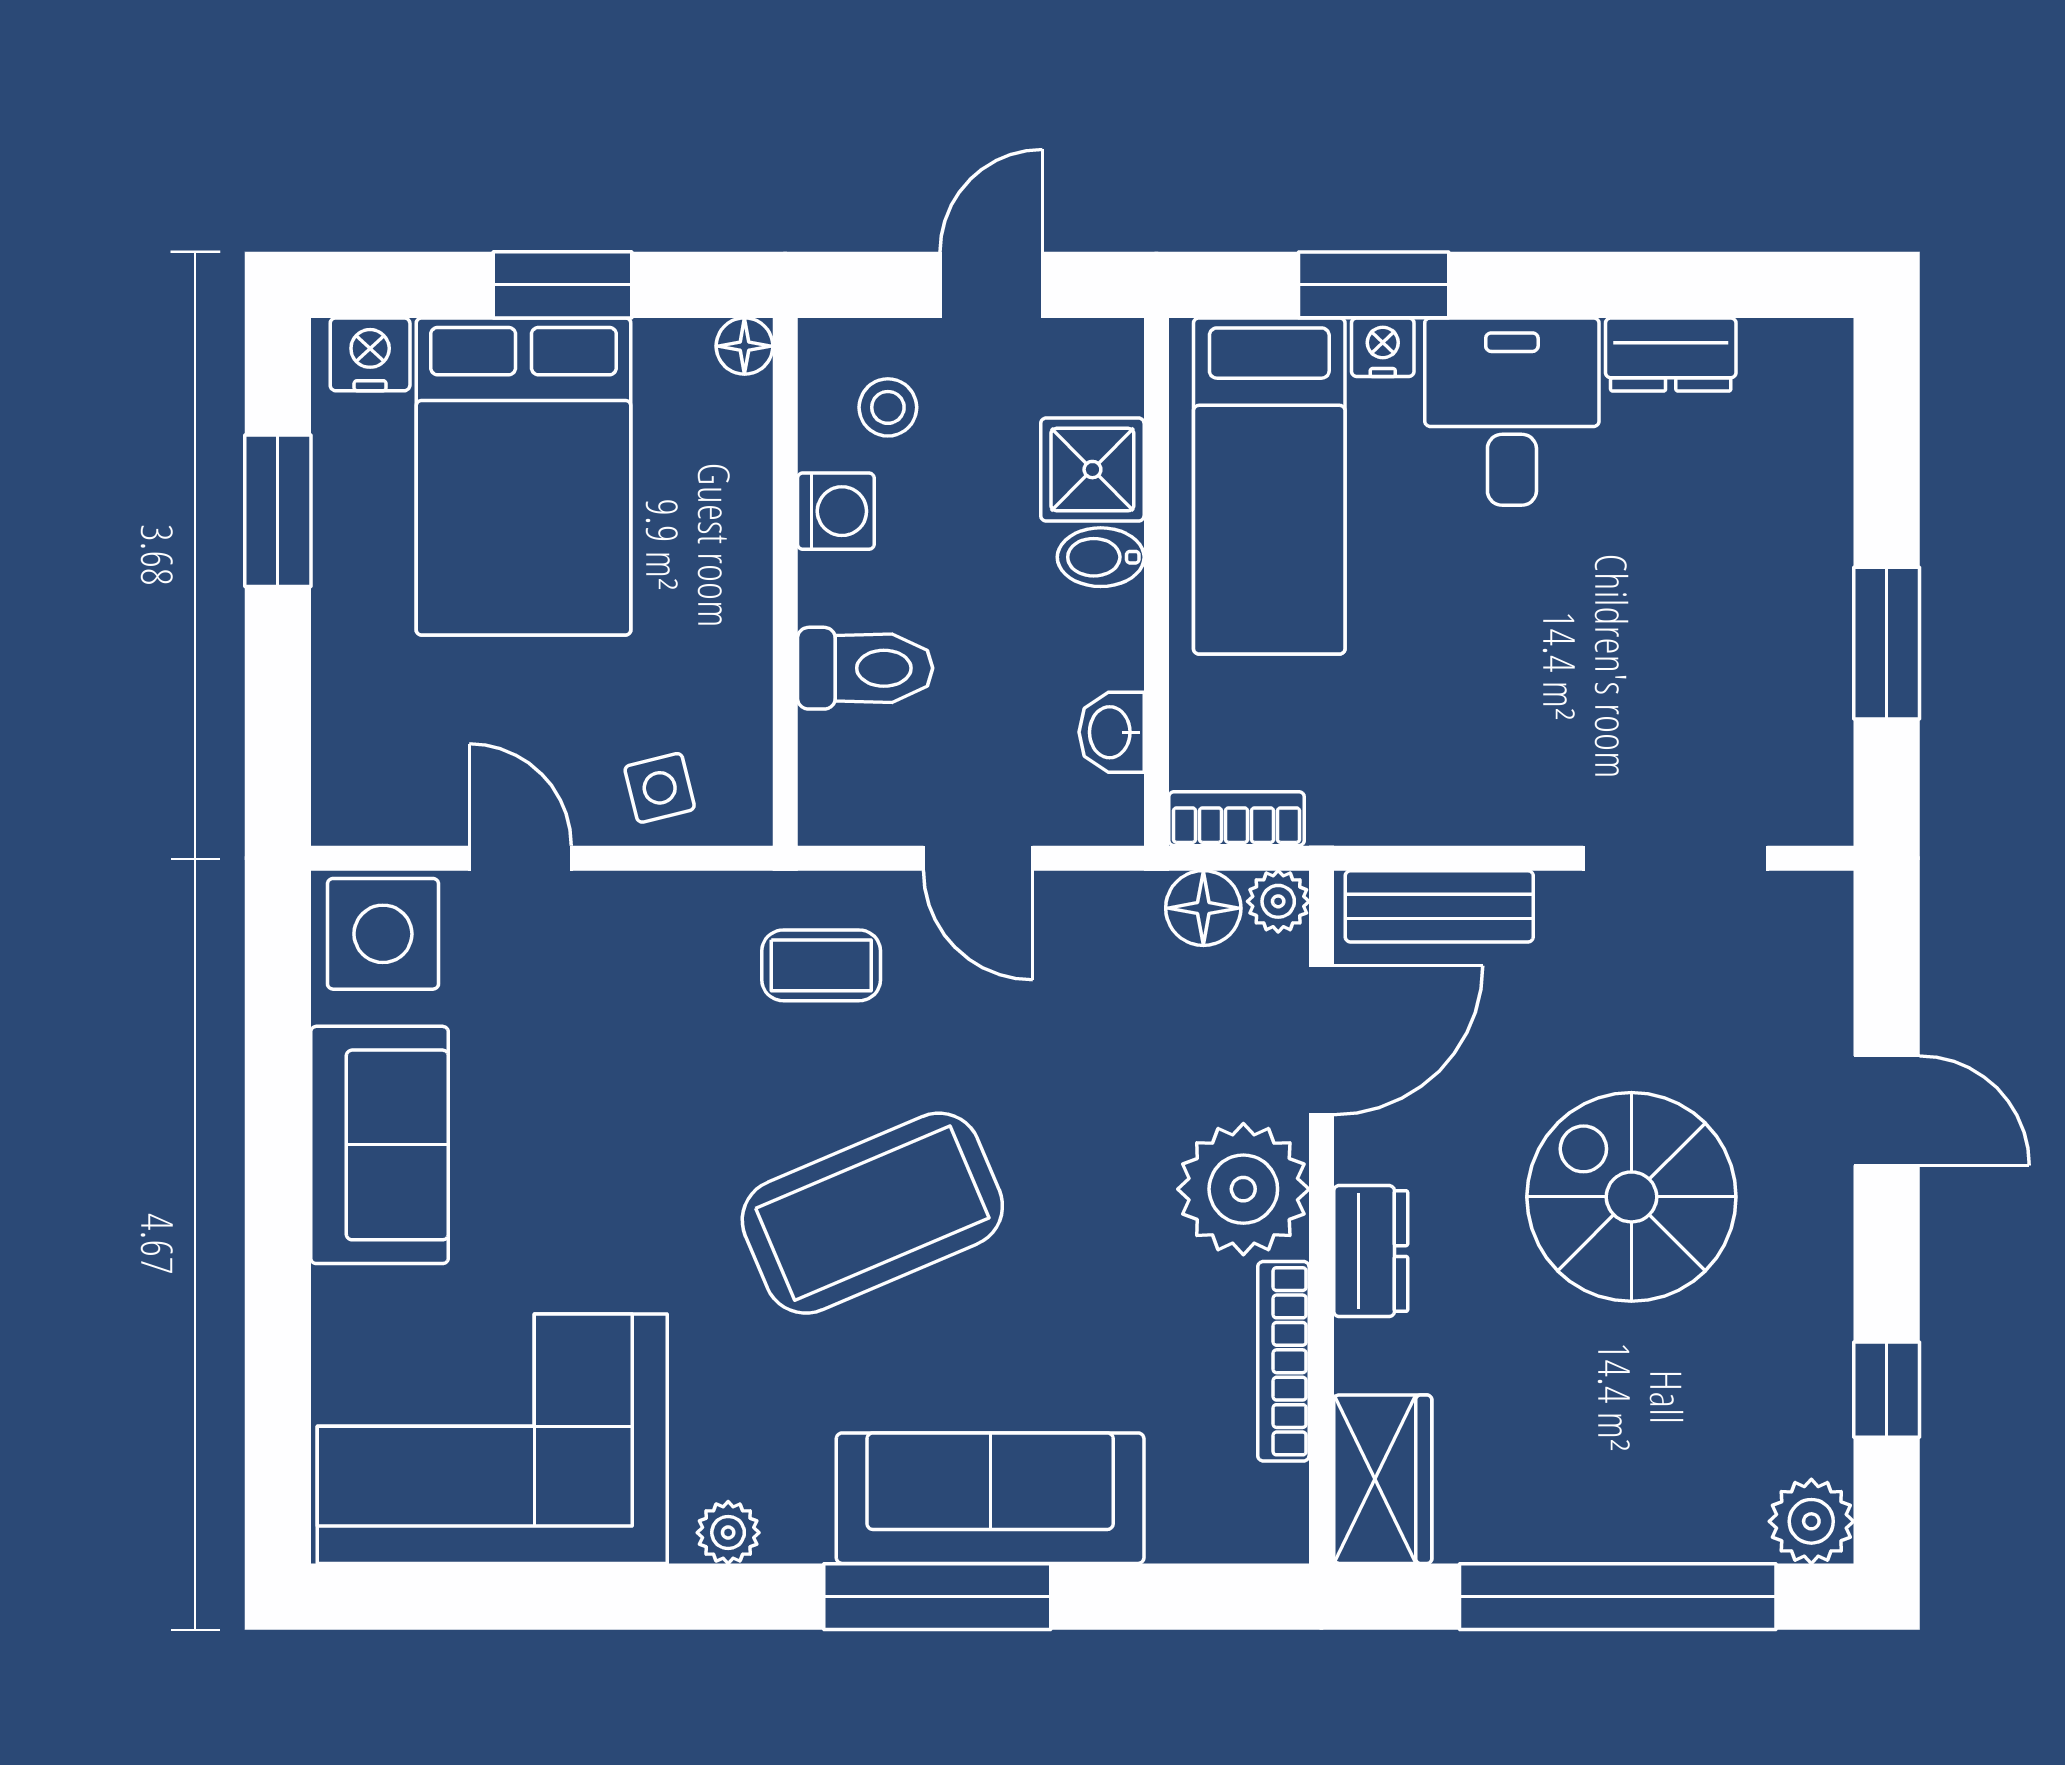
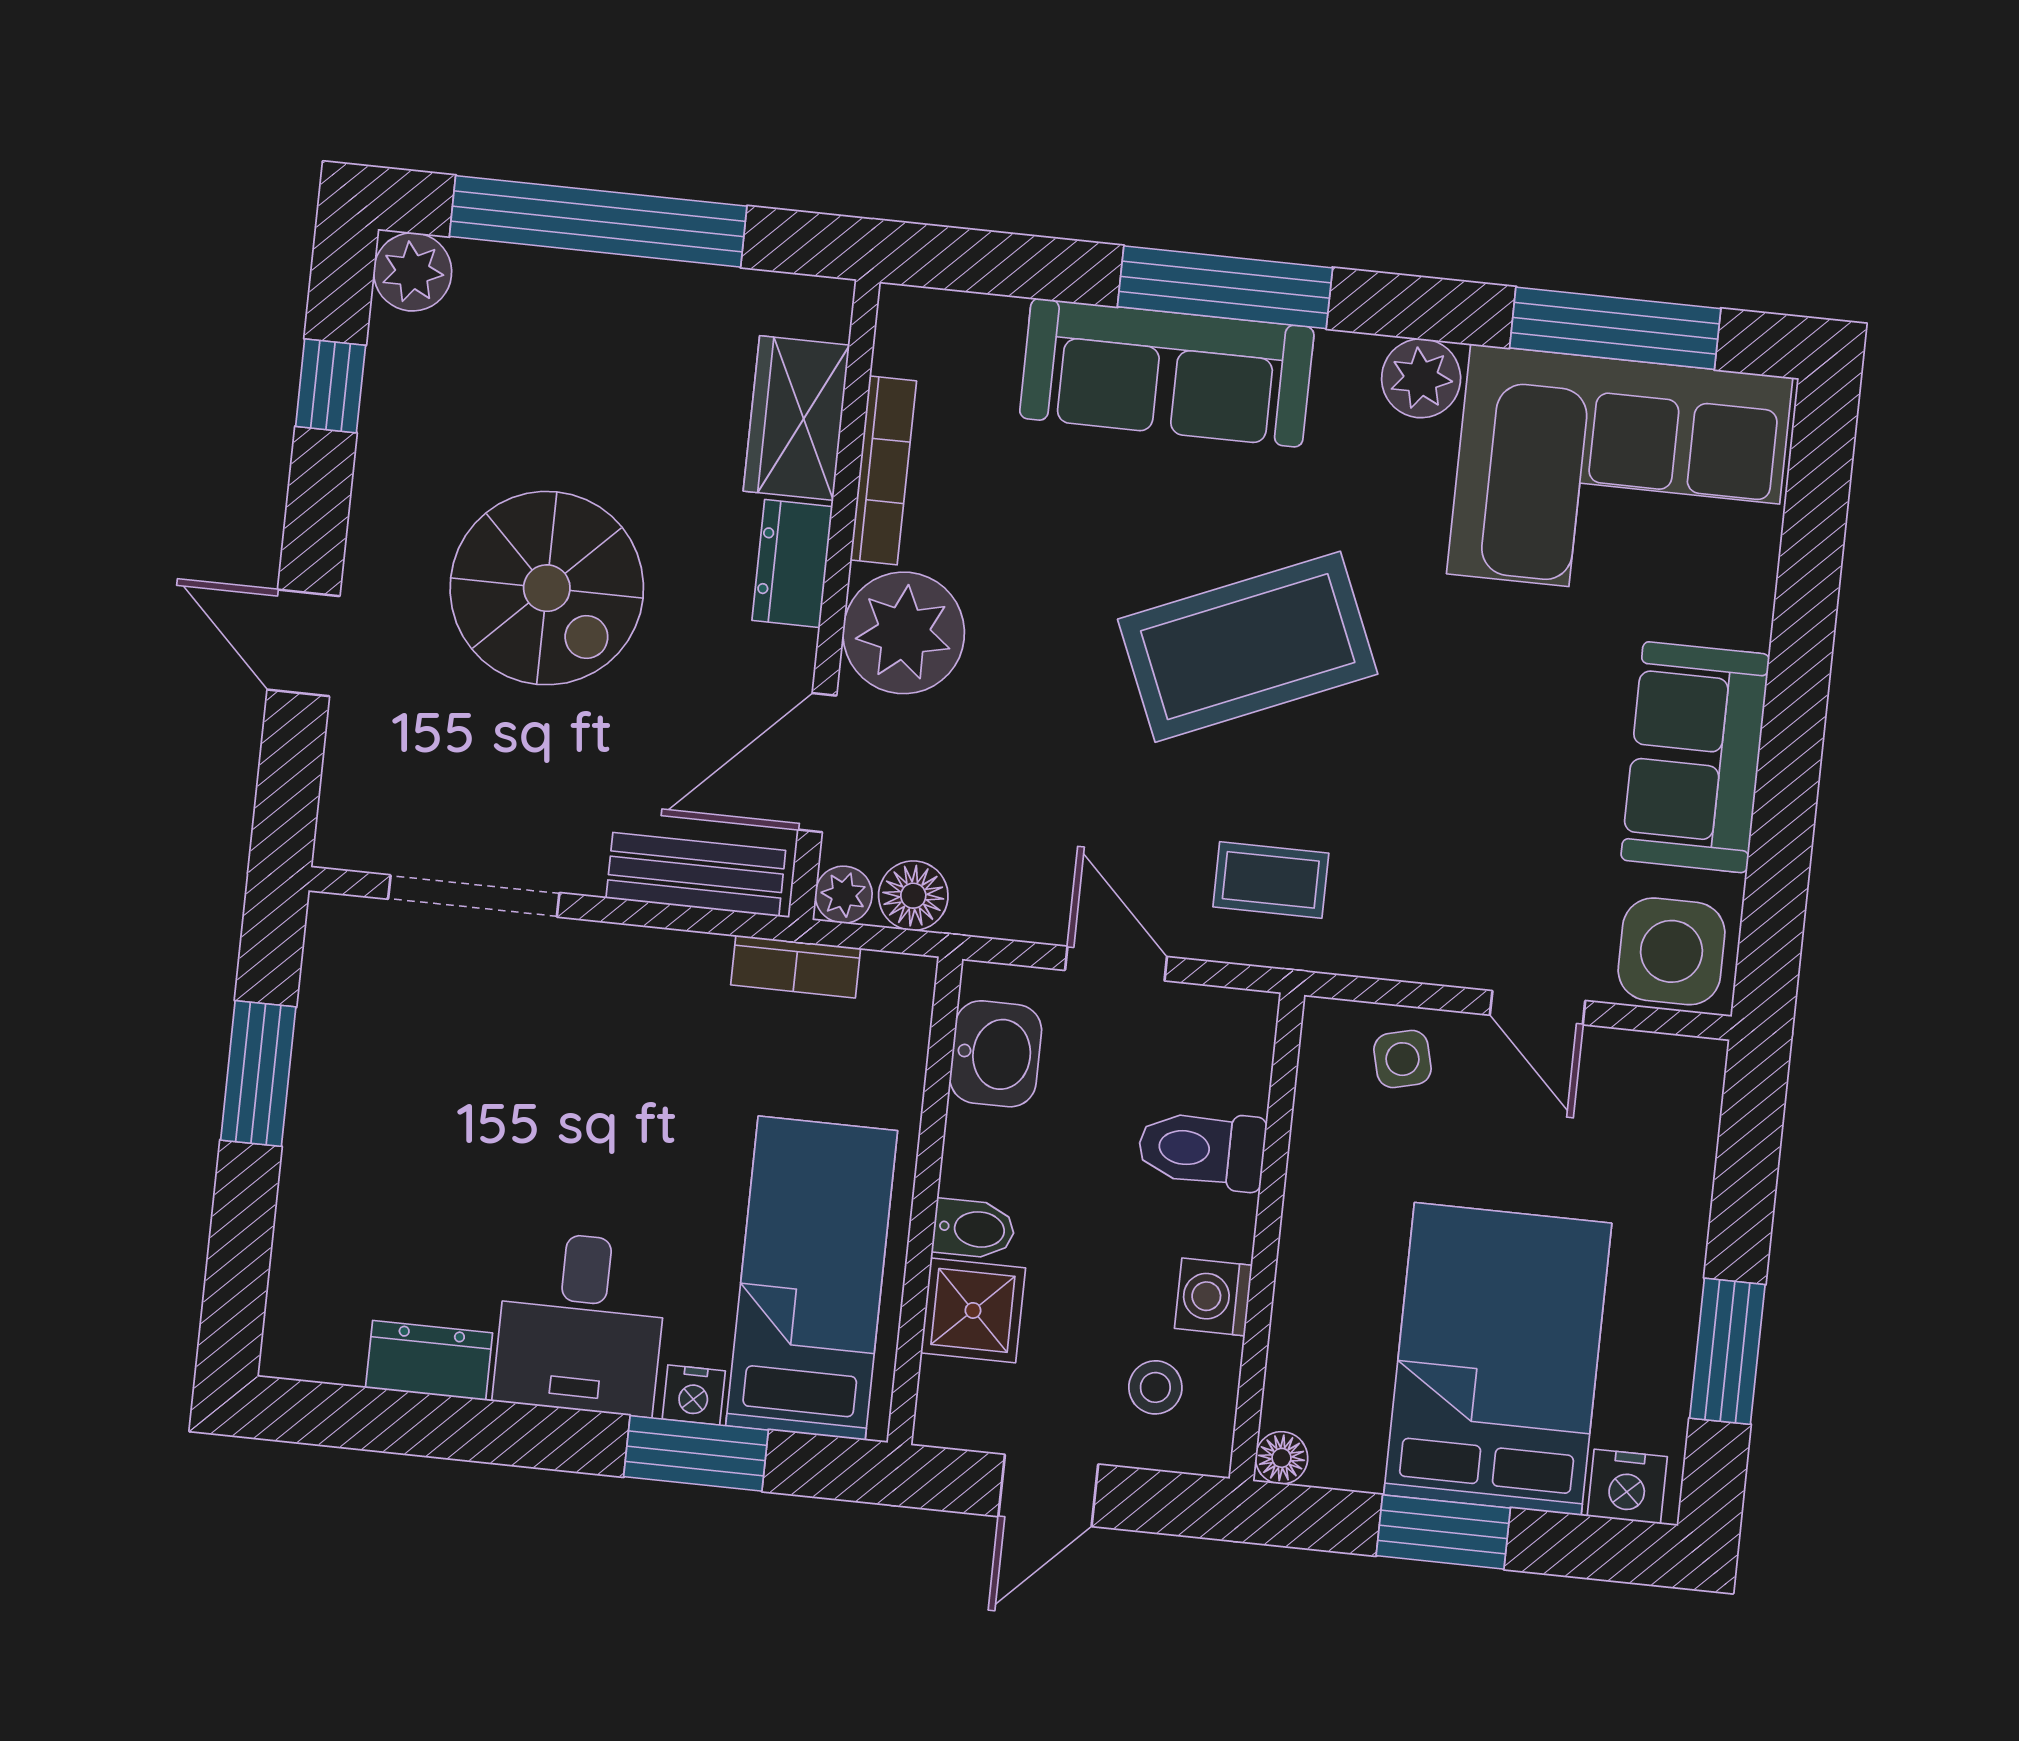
washbasin: (1112, 732) -> (996, 1054), width x1.38, depth x1.45
bookcase: (1236, 819) -> (796, 967), moved
wardrobe: (1383, 1479) -> (796, 418), moved
plant: (728, 1533) -> (1421, 378), width x1.38, depth x1.38
window: (514, 1597) -> (1615, 328), added

